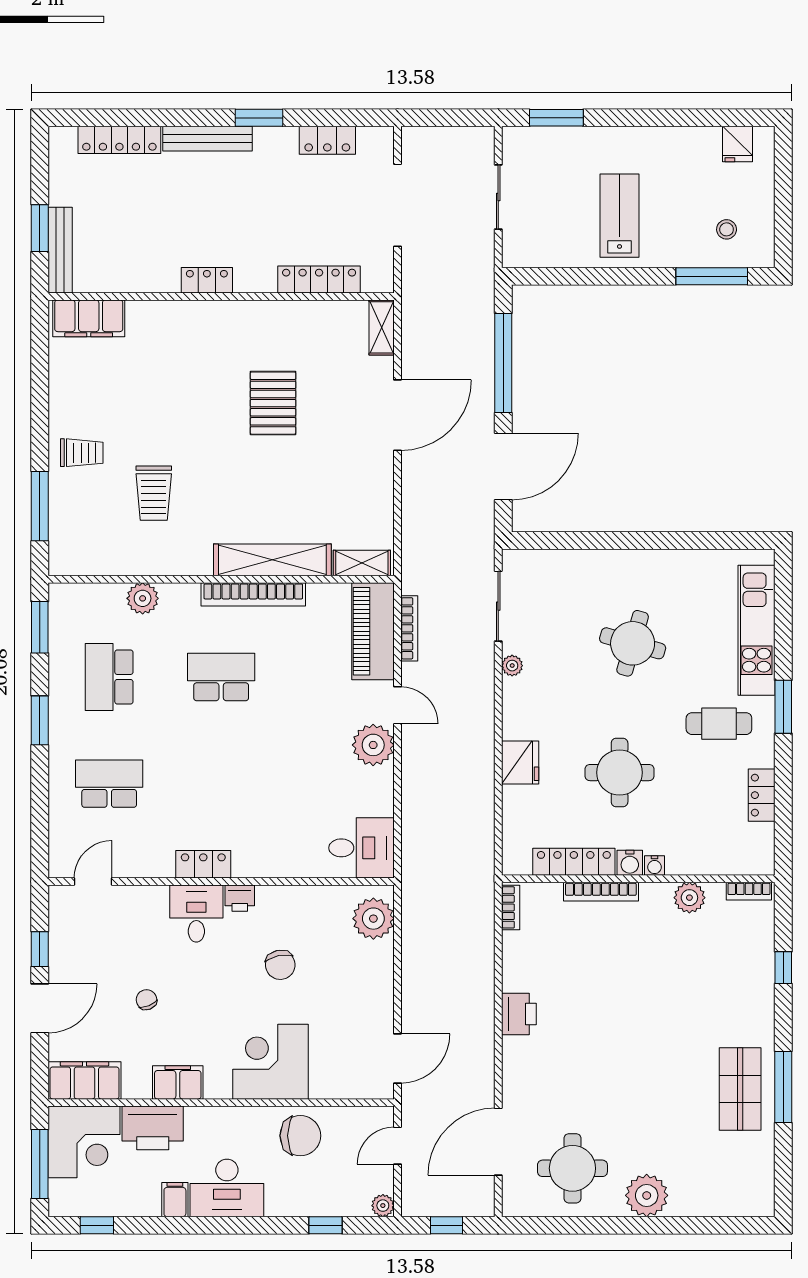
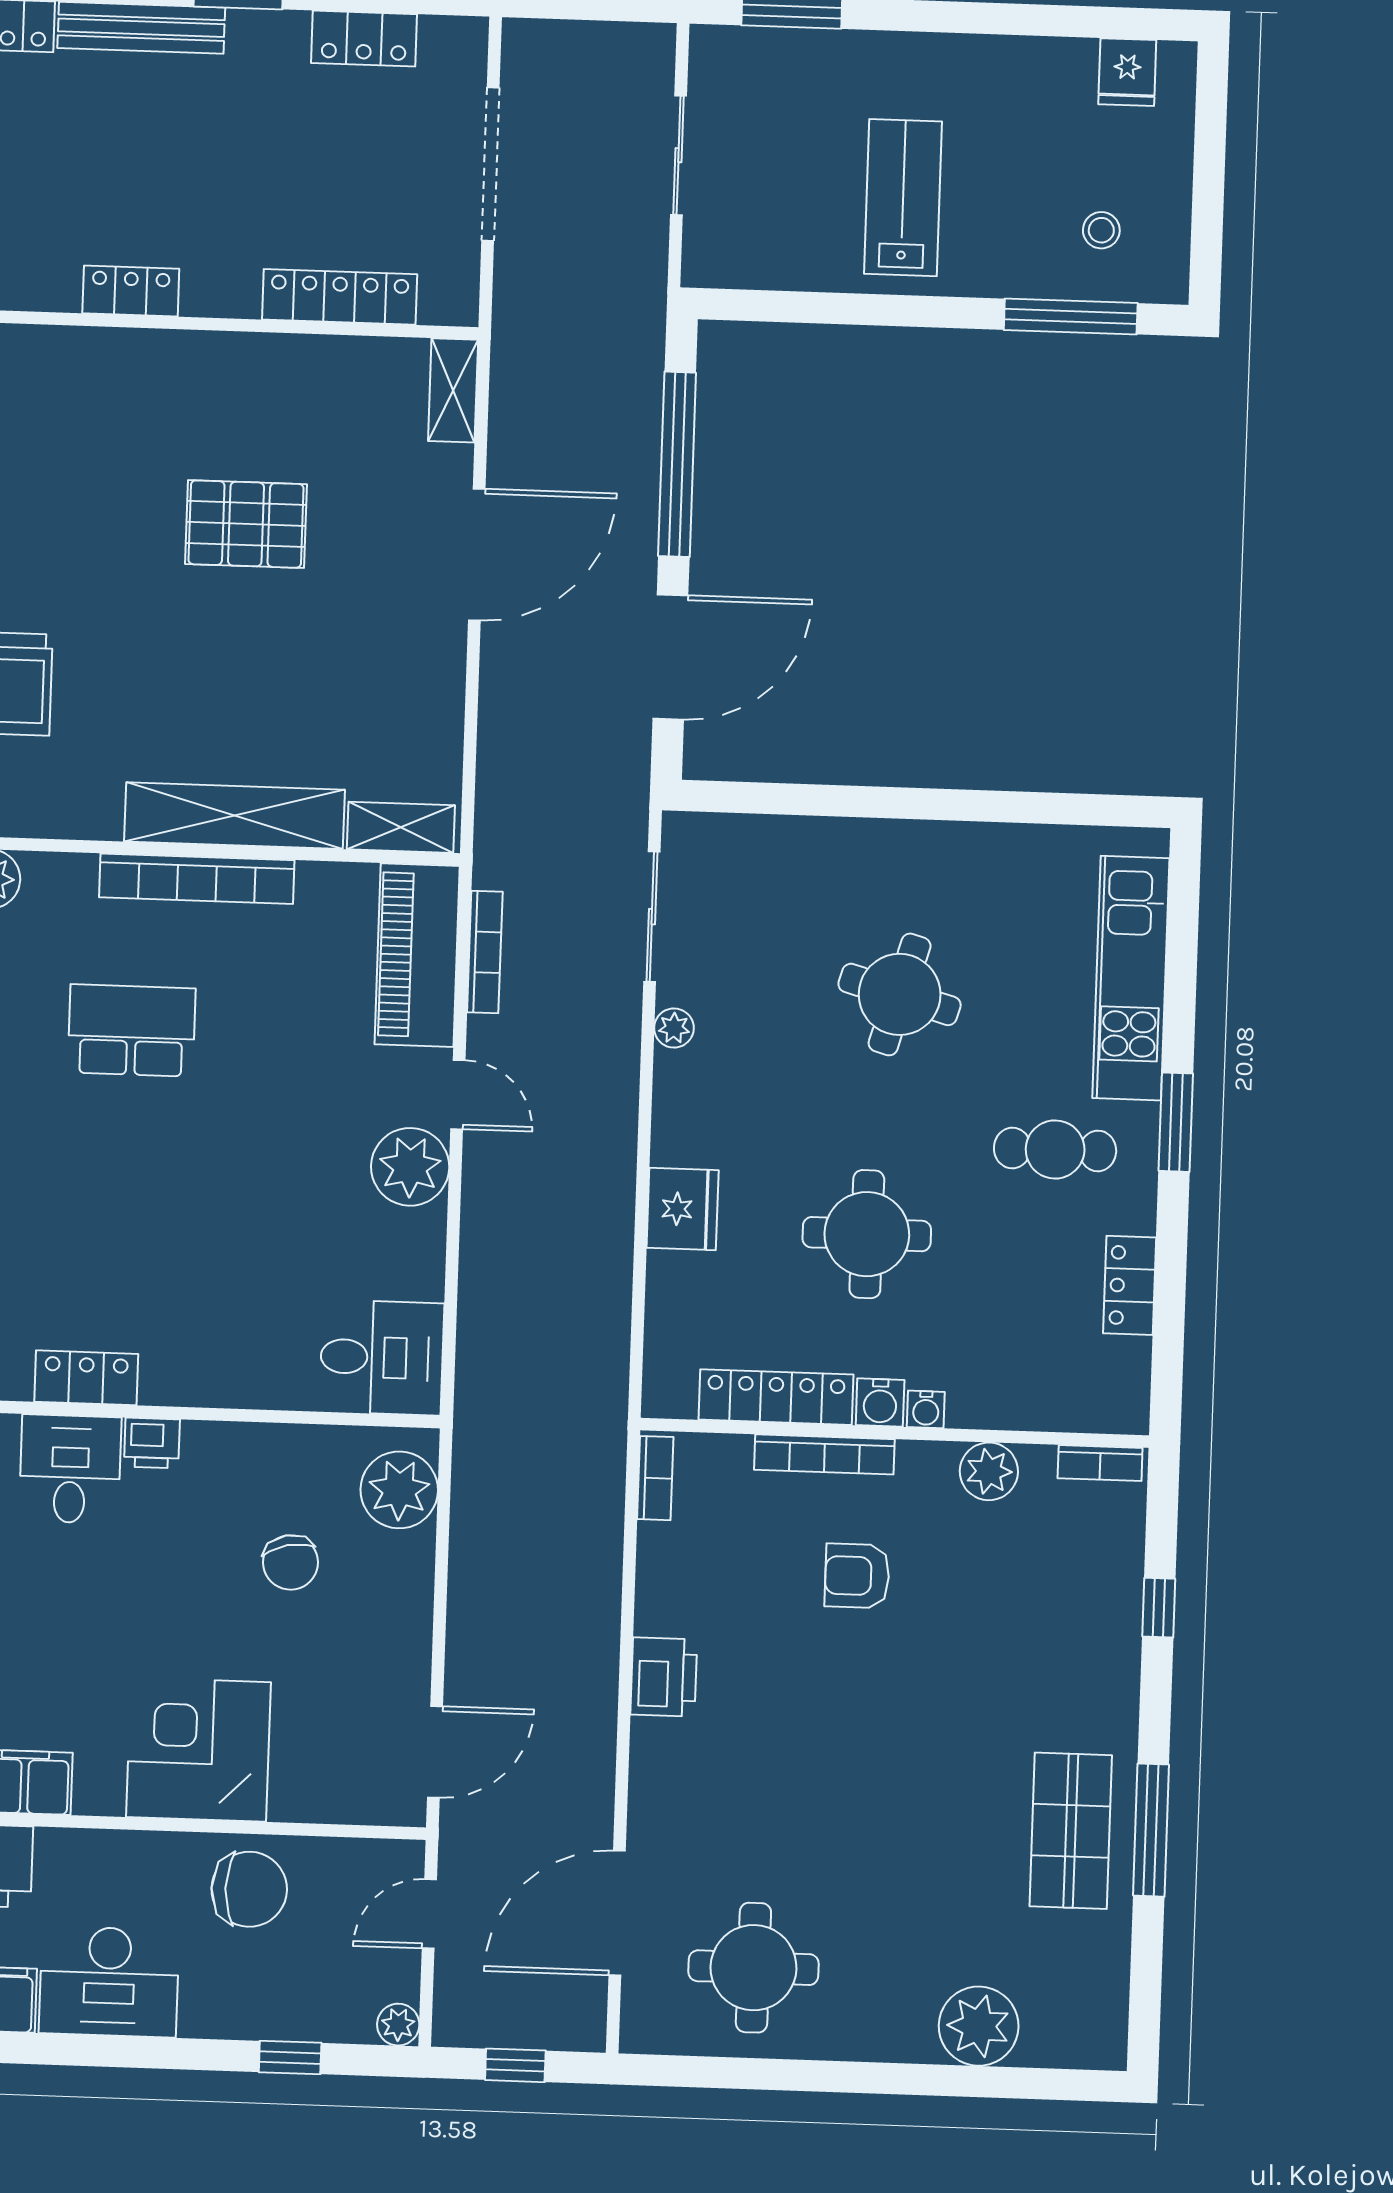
pallet: (273, 403) -> (246, 524), turned 90
armchair: (621, 956) -> (857, 1576), added
chair: (280, 965) -> (291, 1562), moved
plant: (647, 1195) -> (979, 2026), moved

